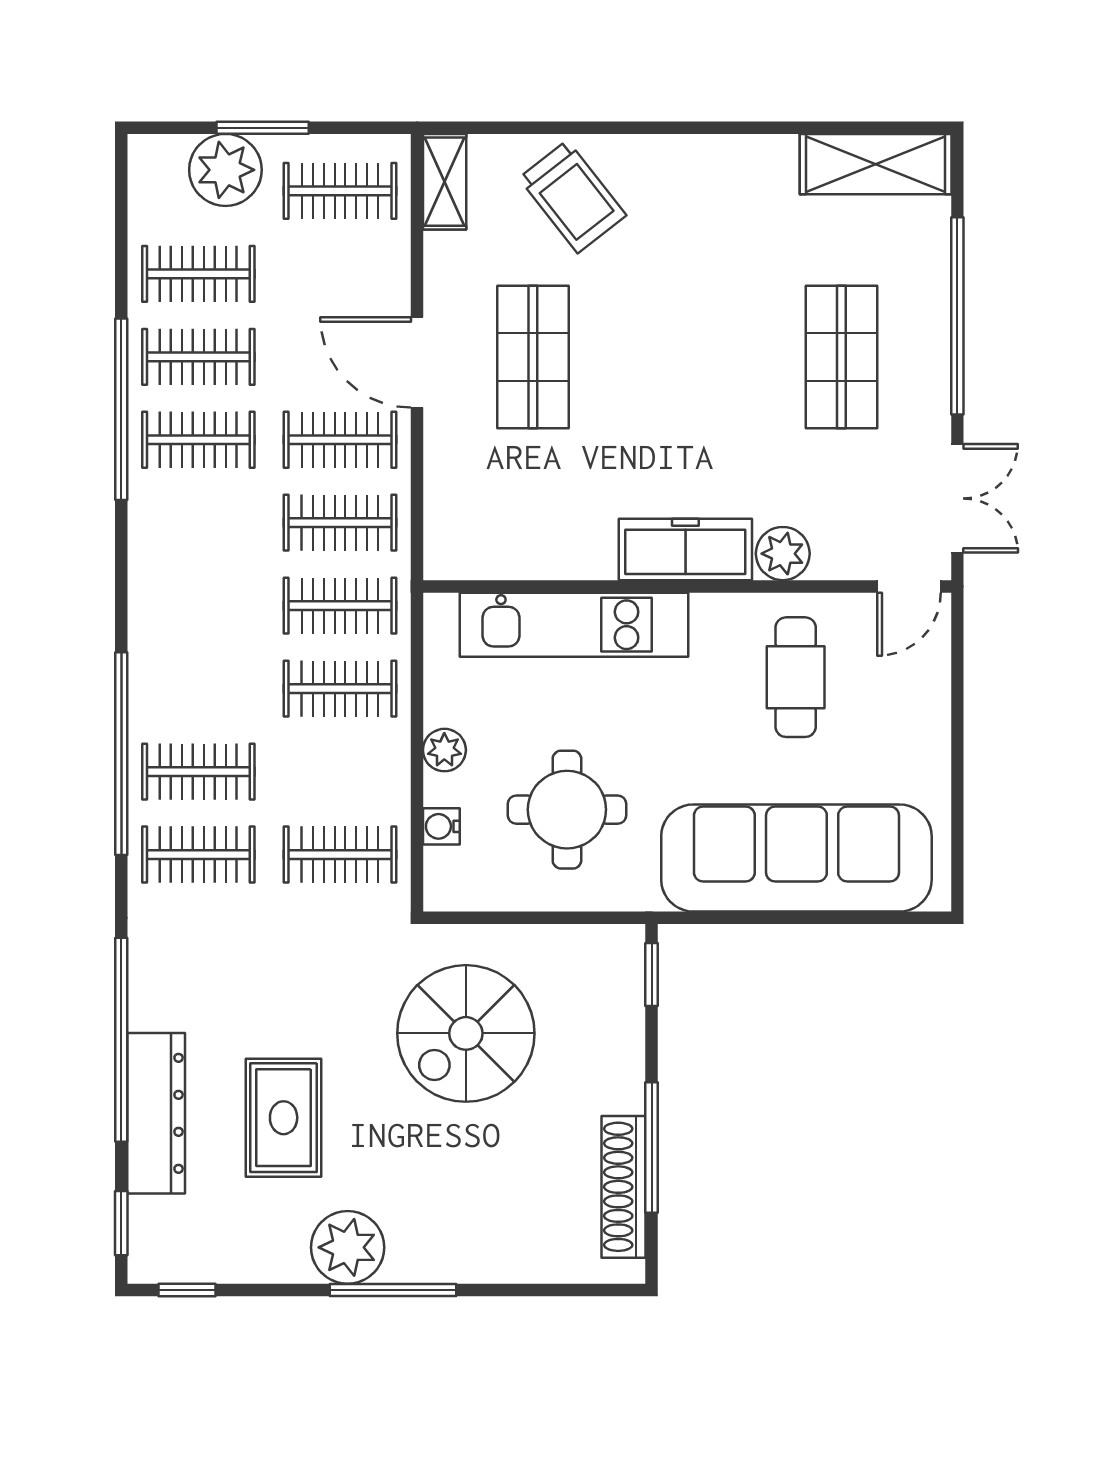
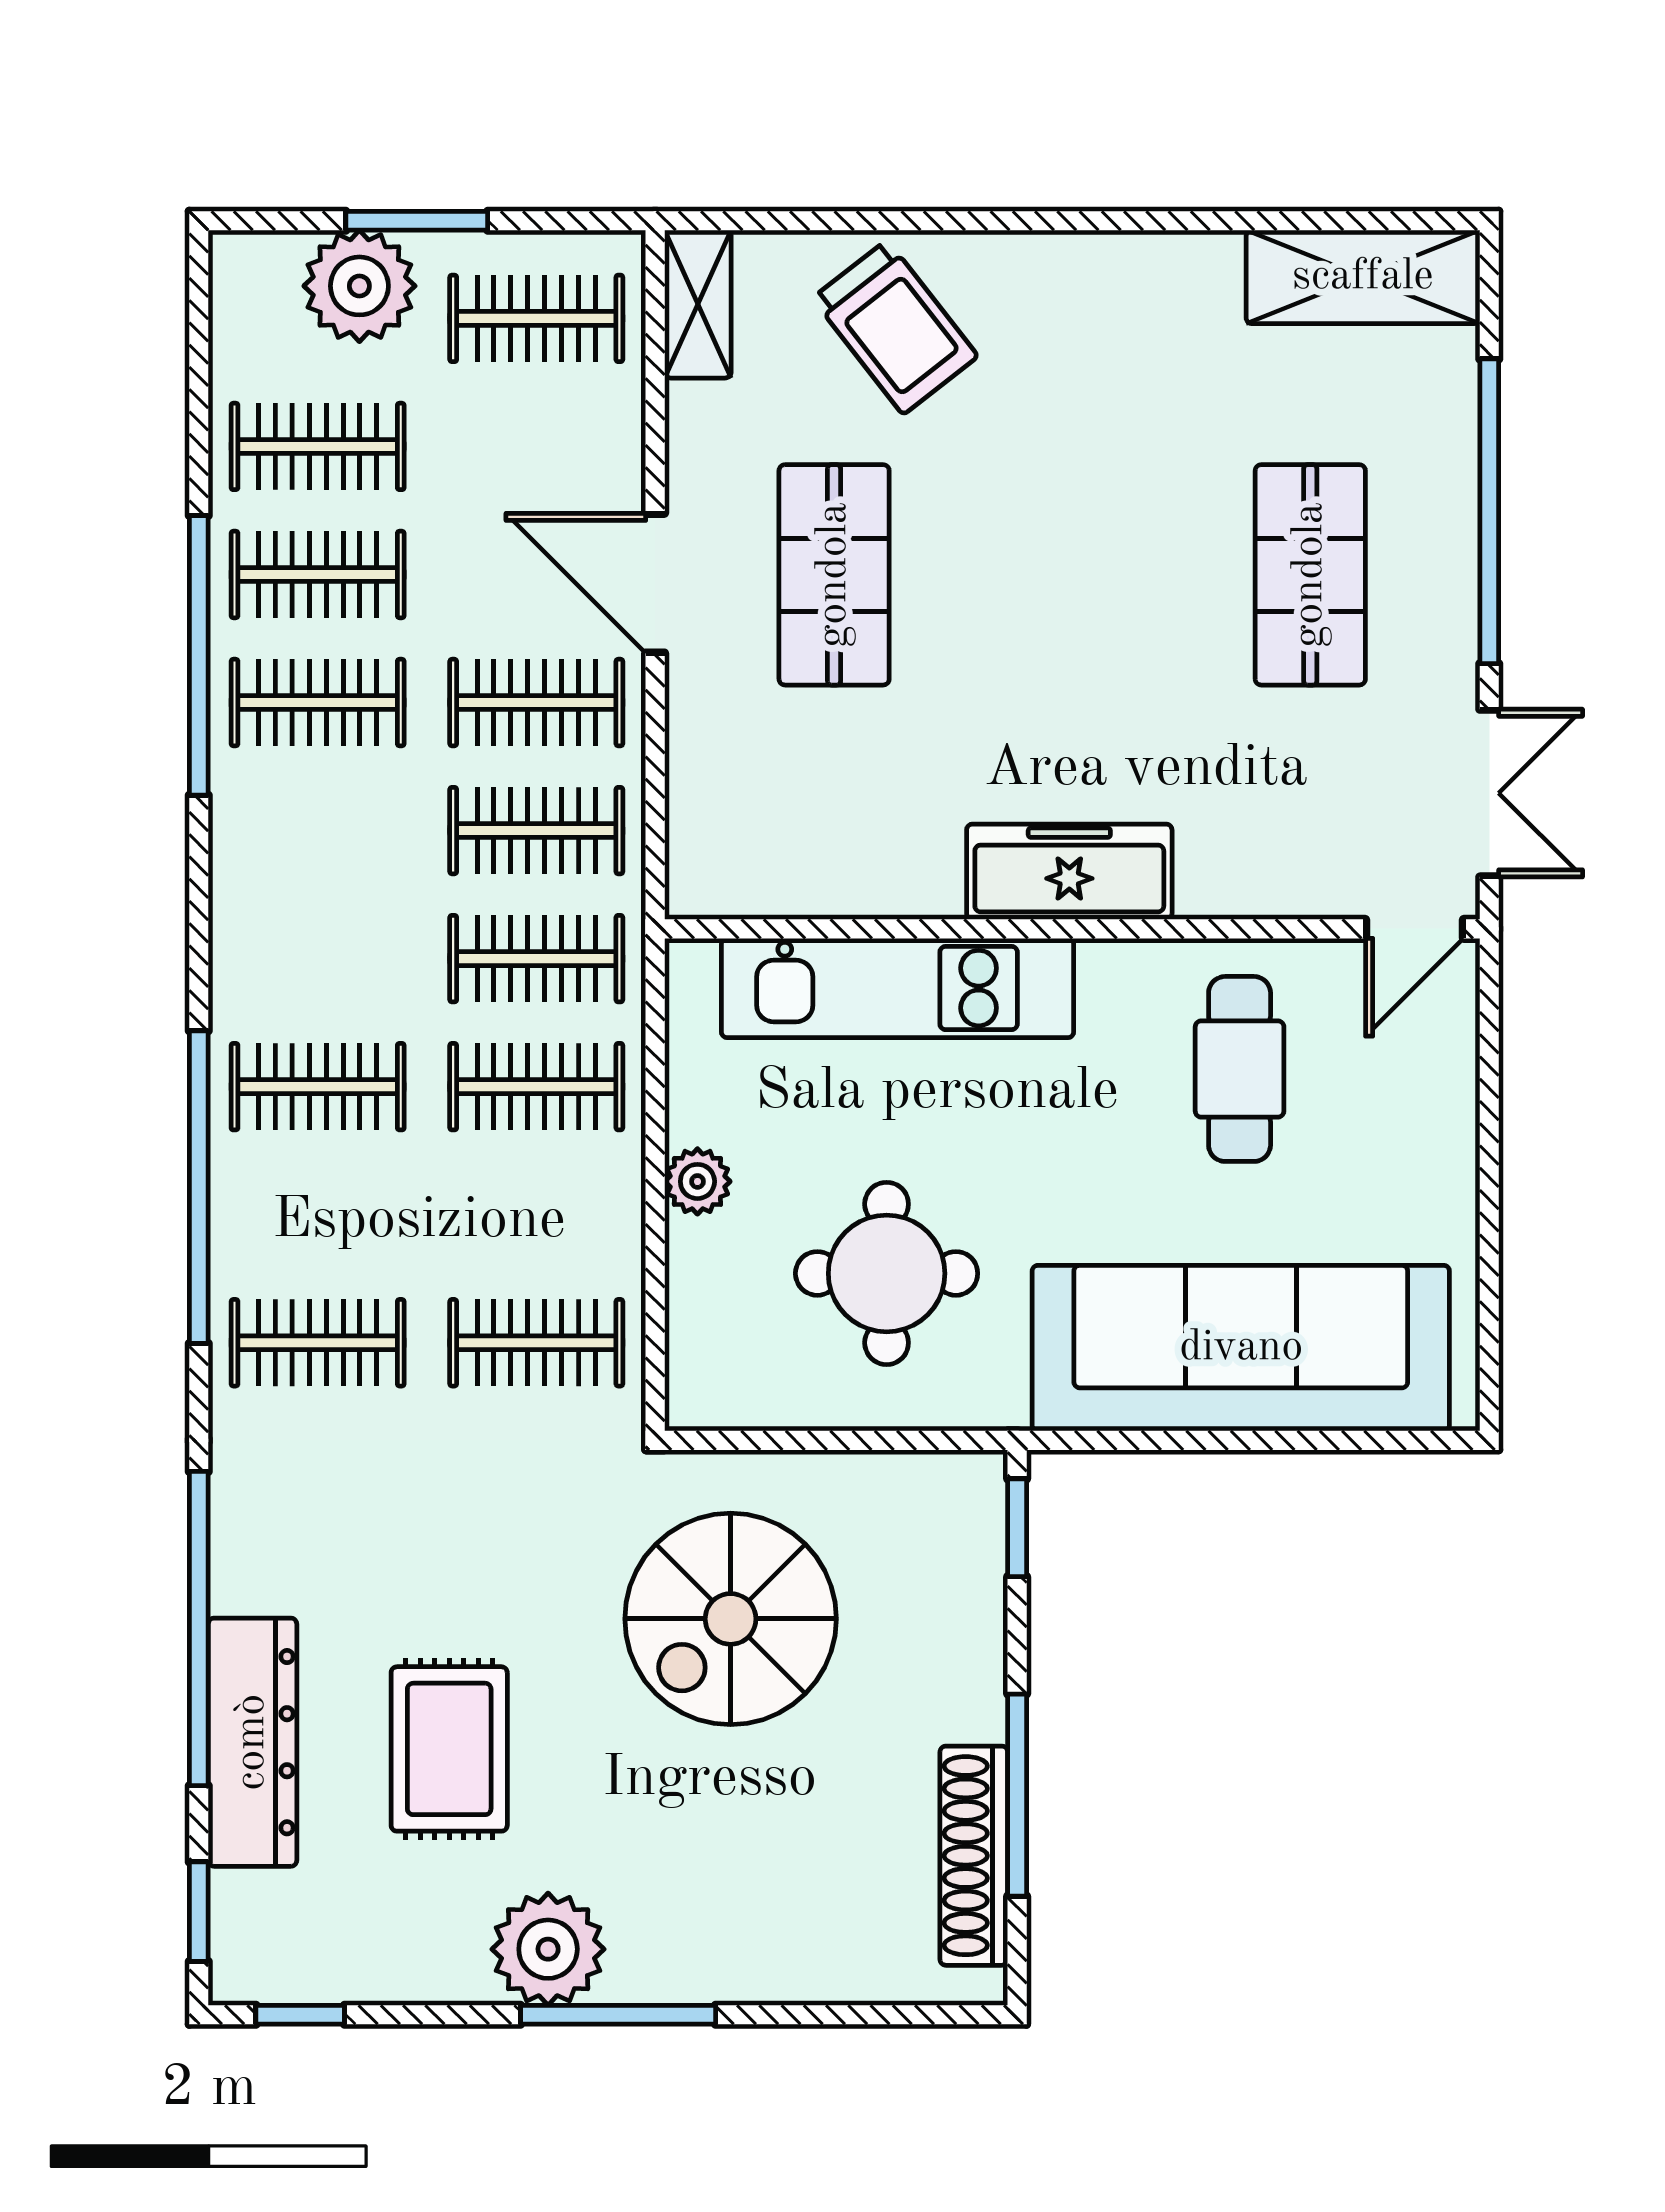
plant: (783, 554) -> (1220, 878), removed
clothes rail: (198, 772) -> (318, 1087), moved
water cooler: (441, 826) -> (693, 1299), removed

